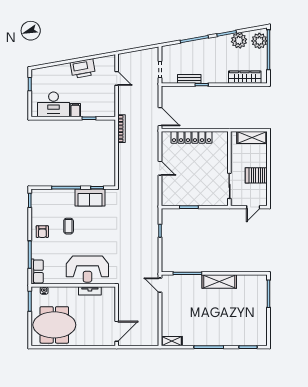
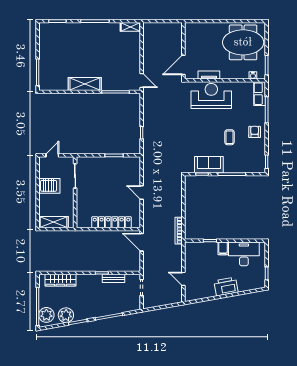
printer: (83, 69) -> (226, 287), moved
door: (117, 331) -> (183, 65), moved

